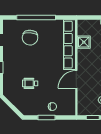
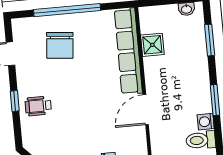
wheelchair: (30, 83) -> (38, 106), moved

